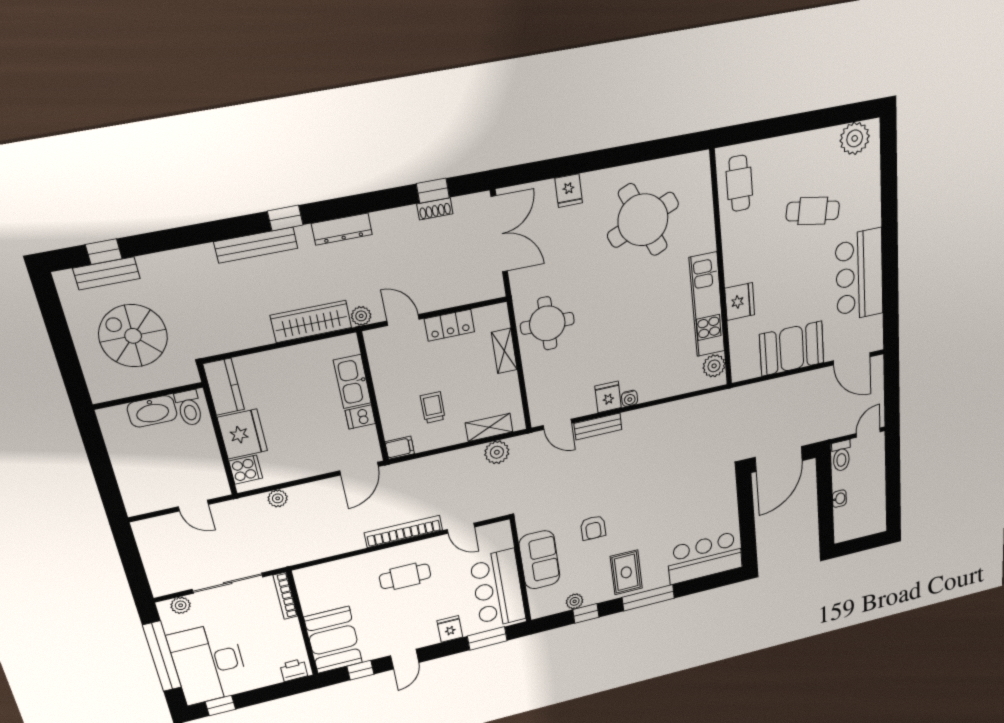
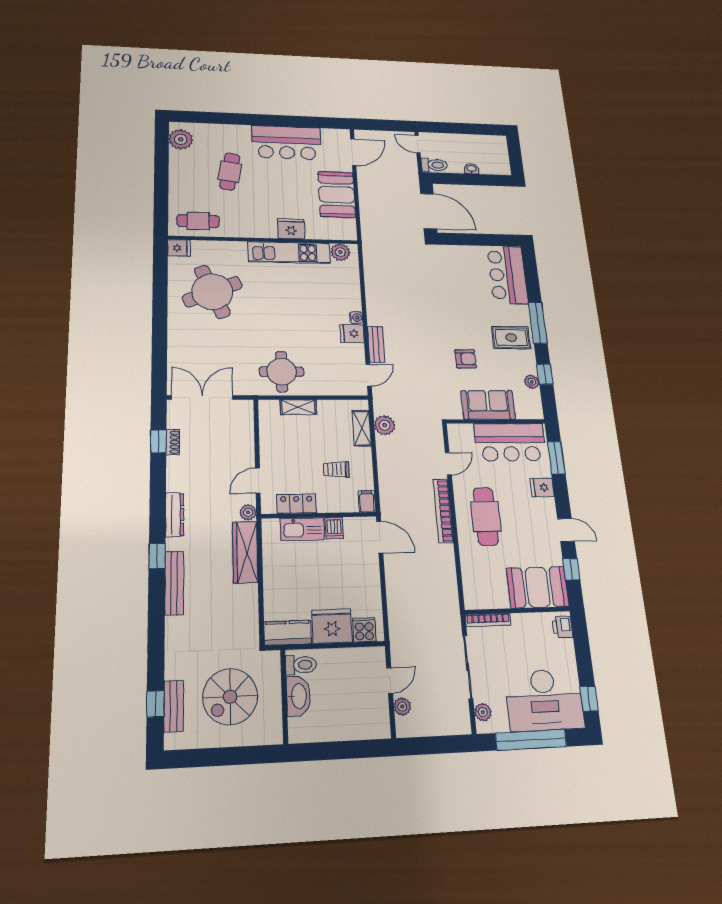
fridge: (569, 191) -> (179, 248), moved
locker: (450, 325) -> (296, 504), moved, turned -90
plant: (278, 498) -> (402, 707), moved
cafe table: (405, 576) -> (486, 516), width x1.37, depth x1.35

